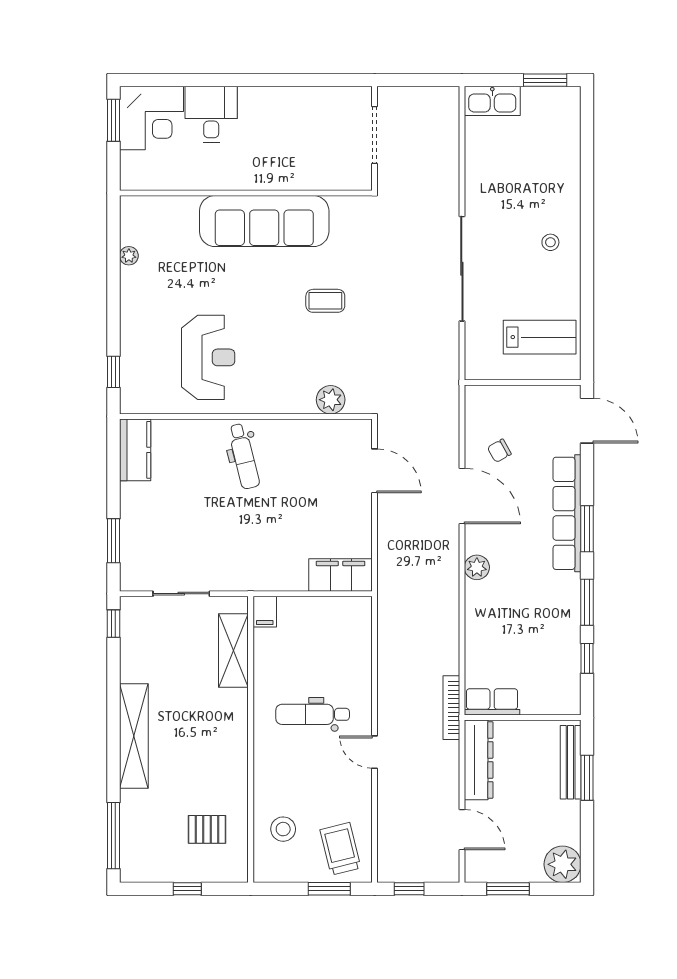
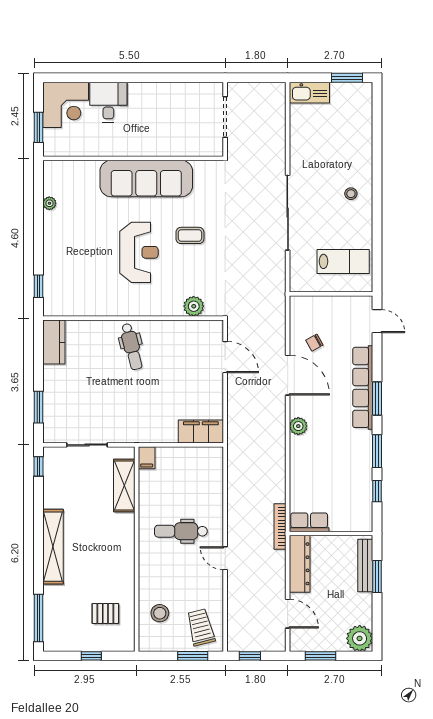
window: (113, 120) -> (38, 127), moved
reception desk: (208, 357) -> (139, 252), moved
door: (587, 421) -> (377, 321), width x0.73

